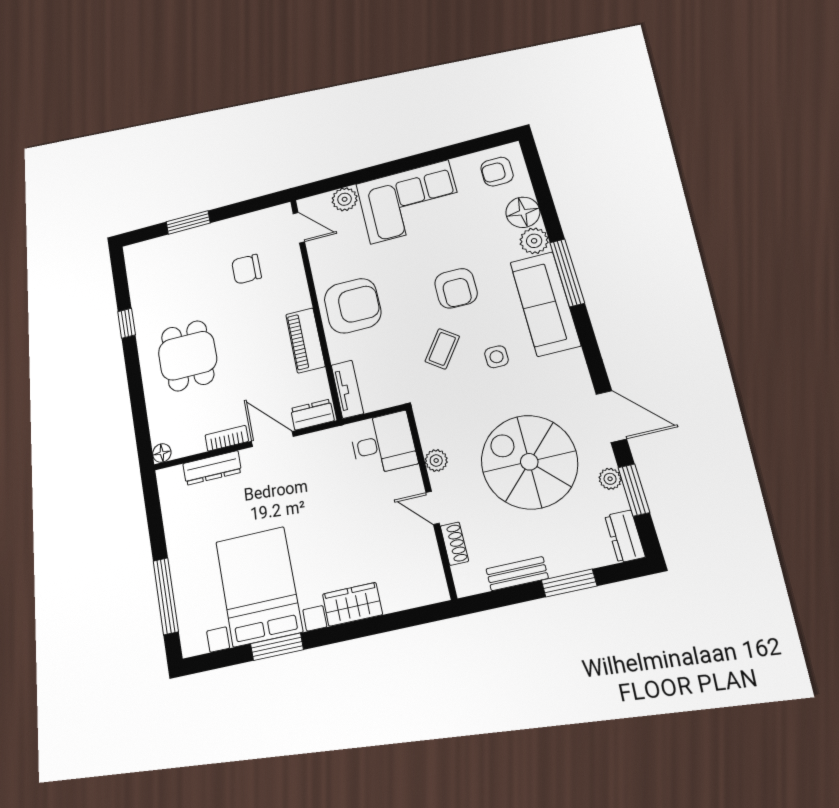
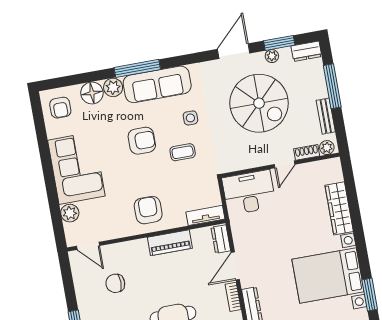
door: (299, 228) -> (88, 246), swing flipped
chair: (246, 269) -> (115, 283), turned 90
armchair: (353, 306) -> (148, 210), width x0.73, depth x0.73
coffee table: (442, 349) -> (183, 152), turned -36
desk: (383, 443) -> (249, 192), width x1.37
plant: (436, 460) -> (327, 148), moved
spiral stairs: (529, 462) -> (259, 103), turned -90
window: (569, 583) -> (332, 86), width x1.44
wardrobe: (352, 604) -> (339, 208), width x1.50
window: (277, 647) -> (370, 295), moved

